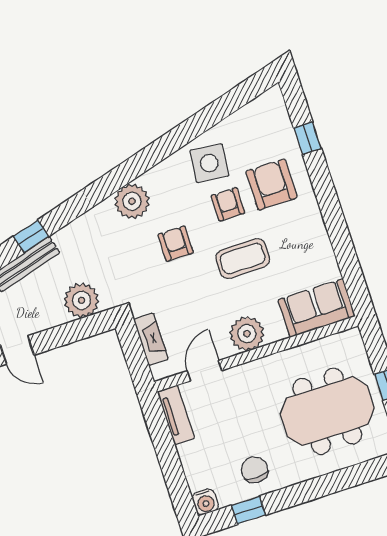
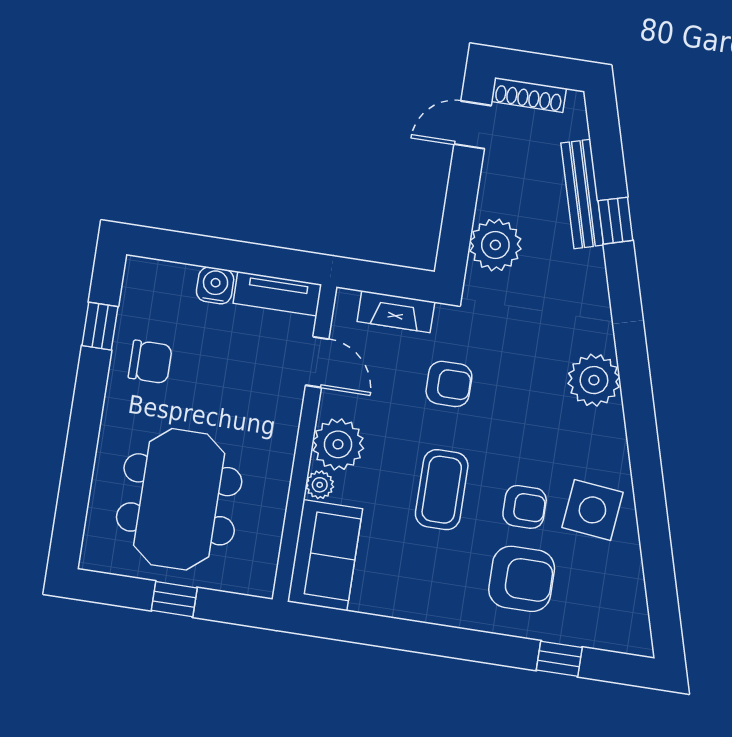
armchair: (176, 244) -> (449, 384), moved
plant: (276, 332) -> (320, 485), added
water cooler: (205, 502) -> (215, 285), moved, turned 90

